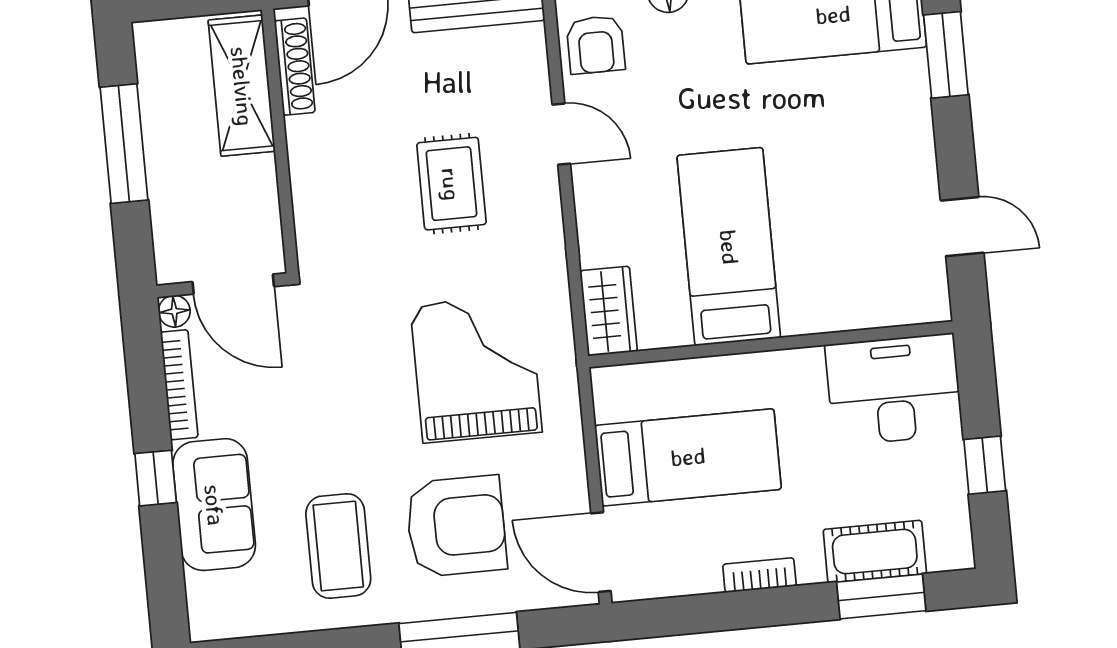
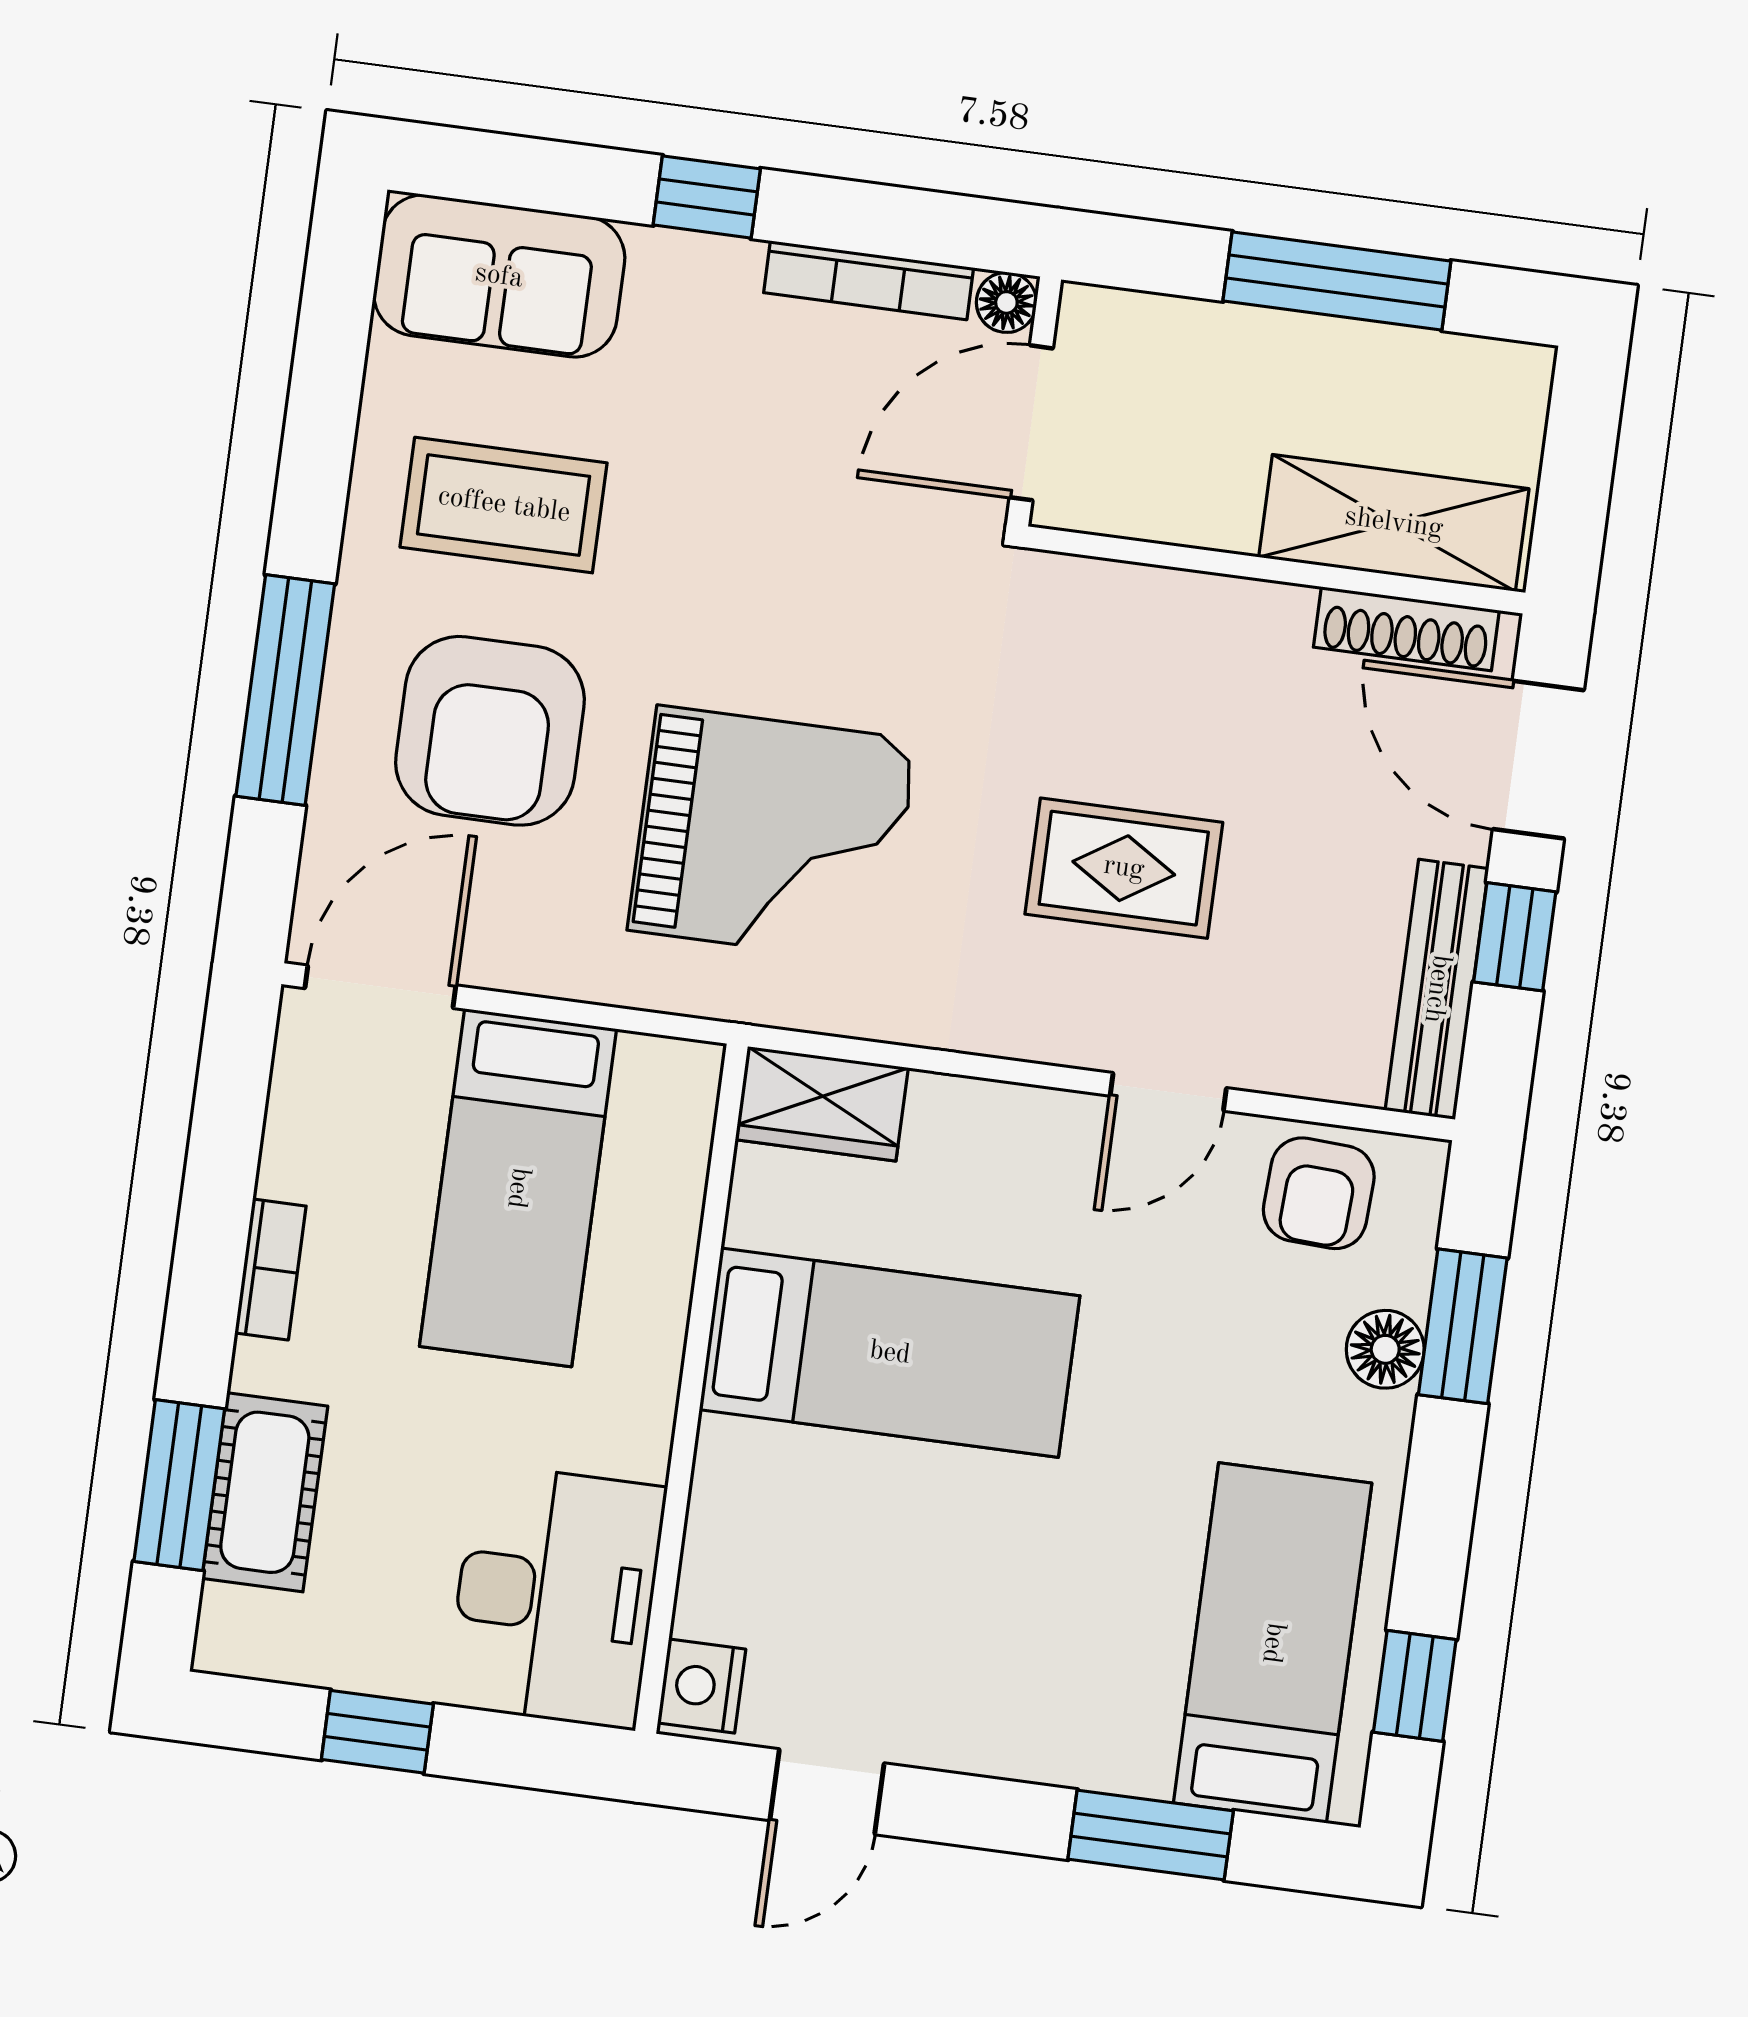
armchair: (596, 45) -> (1319, 1193), turned -87
nightstand: (923, 304) -> (702, 1686), added
sofa: (214, 505) -> (499, 276), moved

